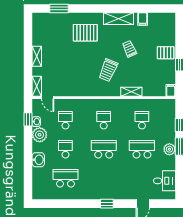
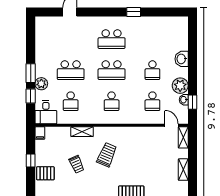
trolley: (129, 49) -> (77, 164), moved
plant: (169, 149) -> (41, 84), moved
school desk: (65, 178) -> (112, 39), moved
desk: (164, 181) -> (46, 112), moved, turned -90
window: (107, 204) -> (134, 12), moved

